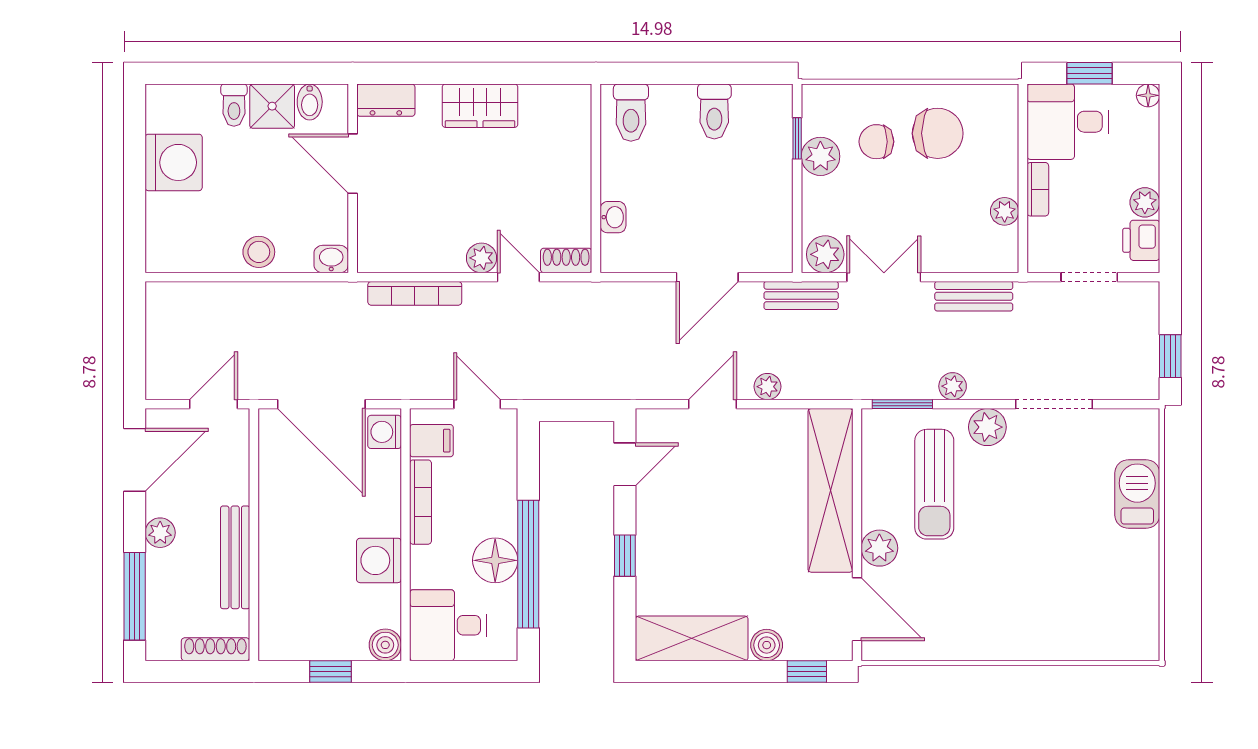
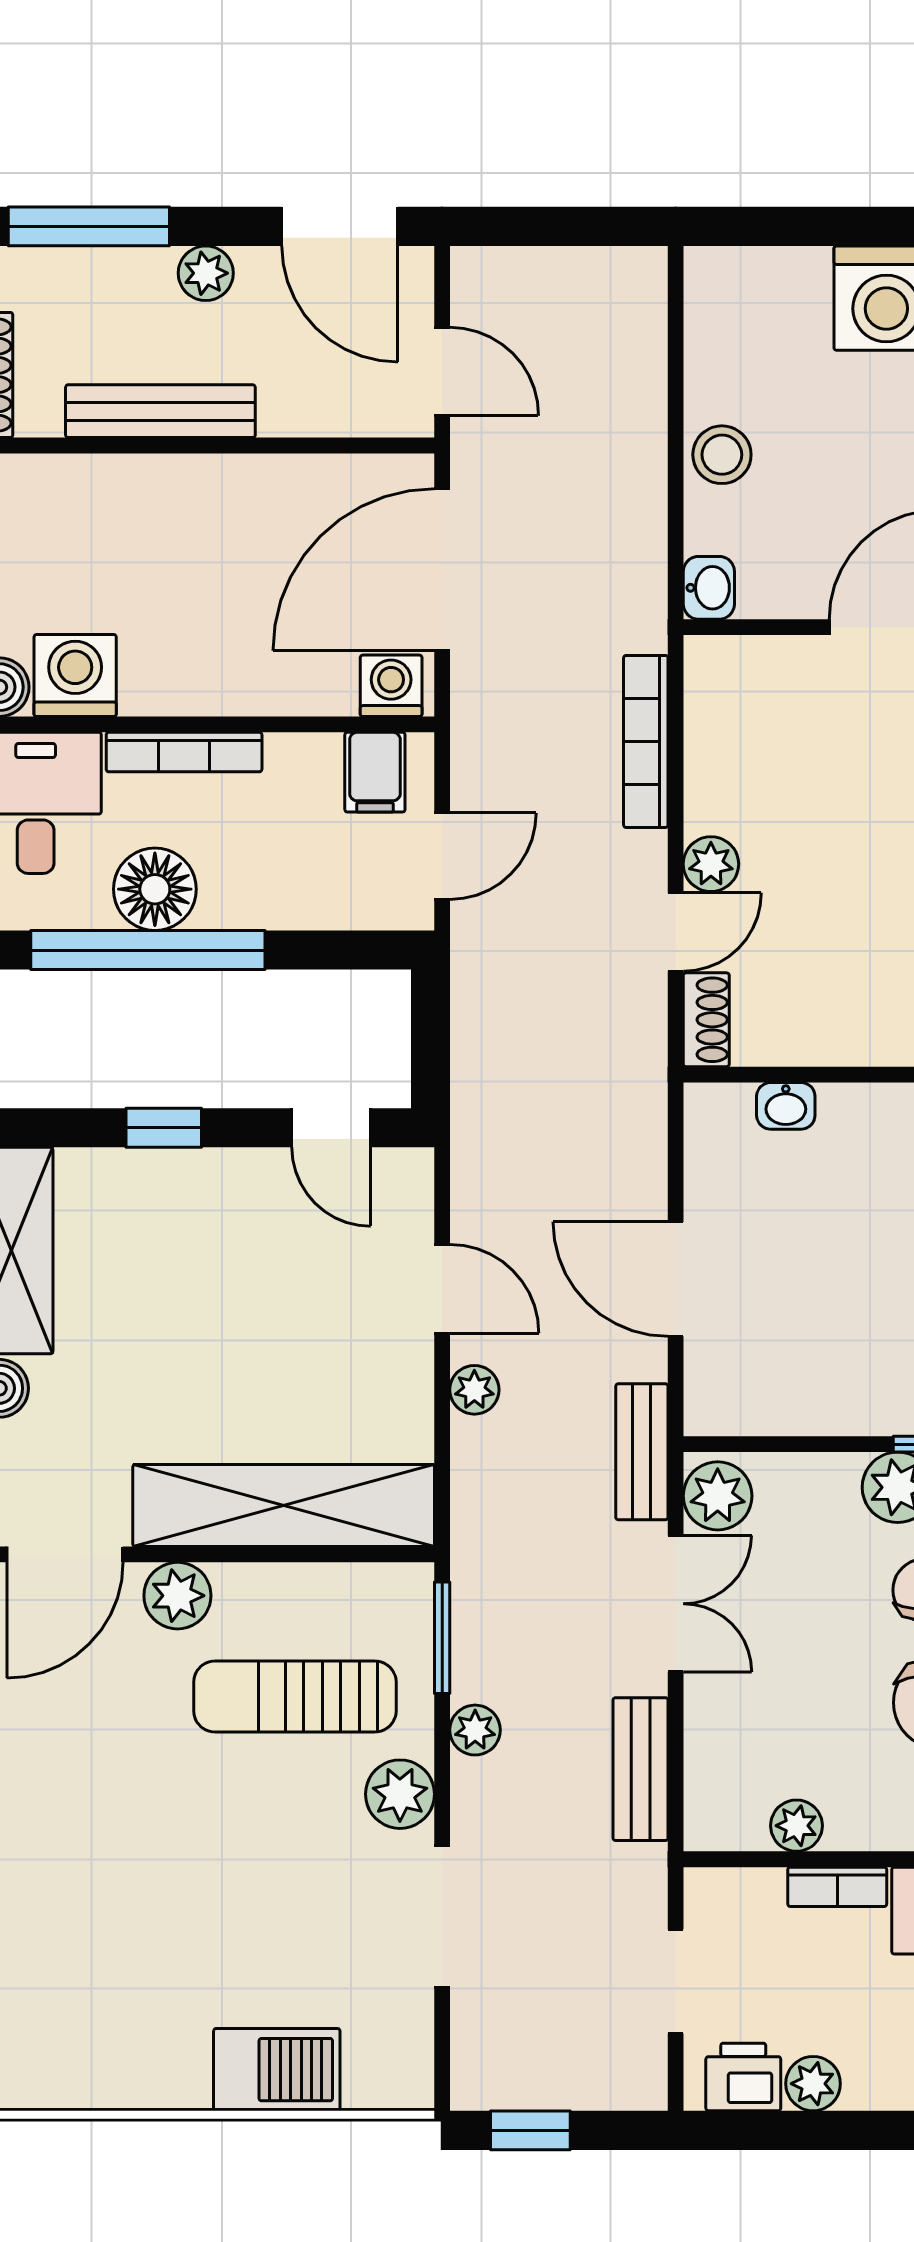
bookcase: (421, 502) -> (184, 752), moved
washing machine: (379, 560) -> (75, 676), moved

